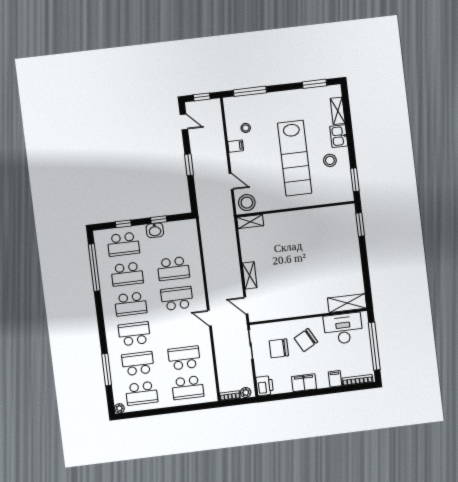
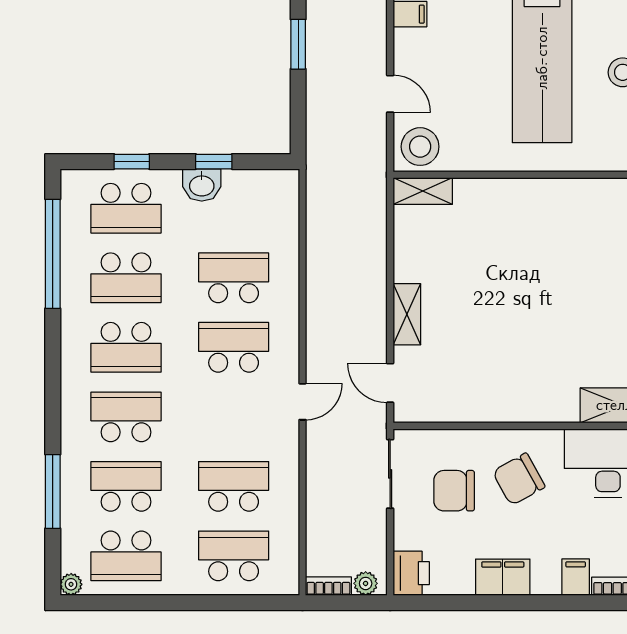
school desk: (173, 269) -> (234, 278), turned 180
door: (209, 318) -> (302, 402), swing flipped
school desk: (188, 388) -> (234, 556), turned 180

